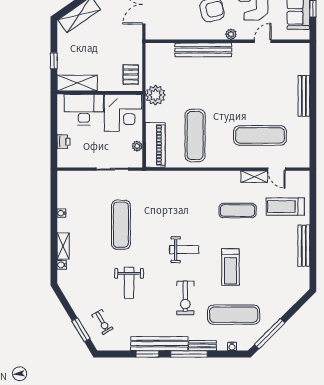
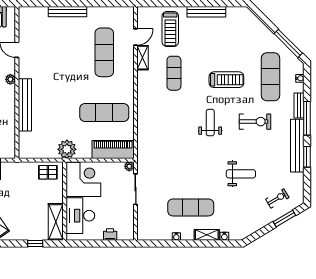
plant: (137, 146) -> (129, 166), moved
exercise mat: (121, 225) -> (191, 207), moved

